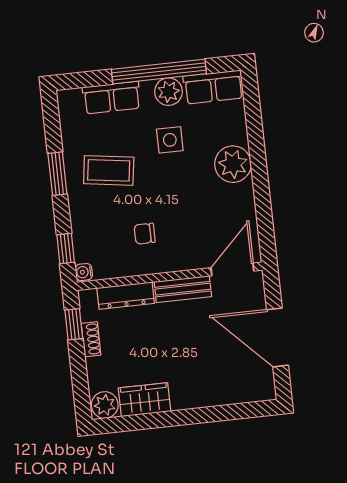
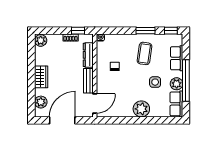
window: (66, 248) -> (171, 31), moved
door: (232, 269) -> (95, 104), hinge flipped
plant: (242, 390) -> (41, 102), added
wardrobe: (145, 400) -> (41, 77), moved

